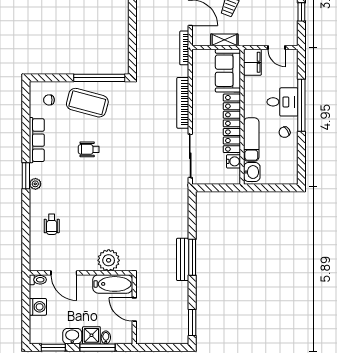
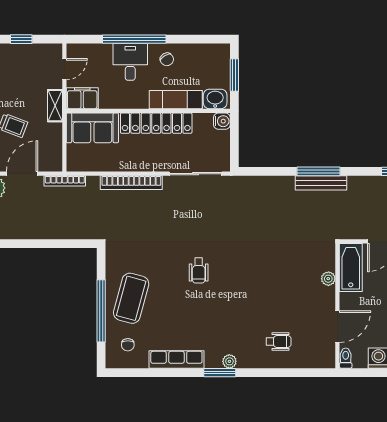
shelving: (224, 40) -> (55, 106), moved
window: (99, 78) -> (101, 311), moved
wheelchair: (89, 149) -> (199, 271), moved
water cooler: (234, 161) -> (222, 121), moved, turned 90
window: (272, 188) -> (234, 75), added
plant: (109, 260) -> (328, 279), width x0.53, depth x0.53

